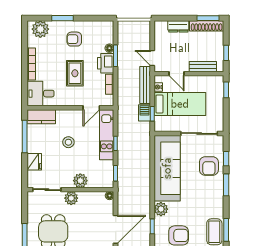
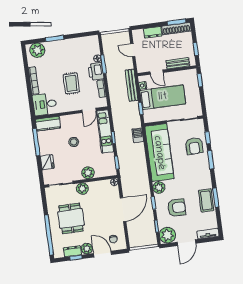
armchair: (74, 39) -> (67, 55), removed
door: (152, 58) -> (133, 50), moved
barbecue: (145, 113) -> (138, 135), moved

